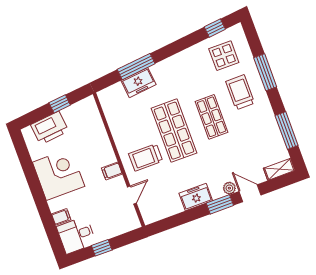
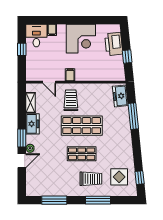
freezer: (139, 83) -> (120, 96), moved
shelving: (279, 169) -> (30, 103), moved

